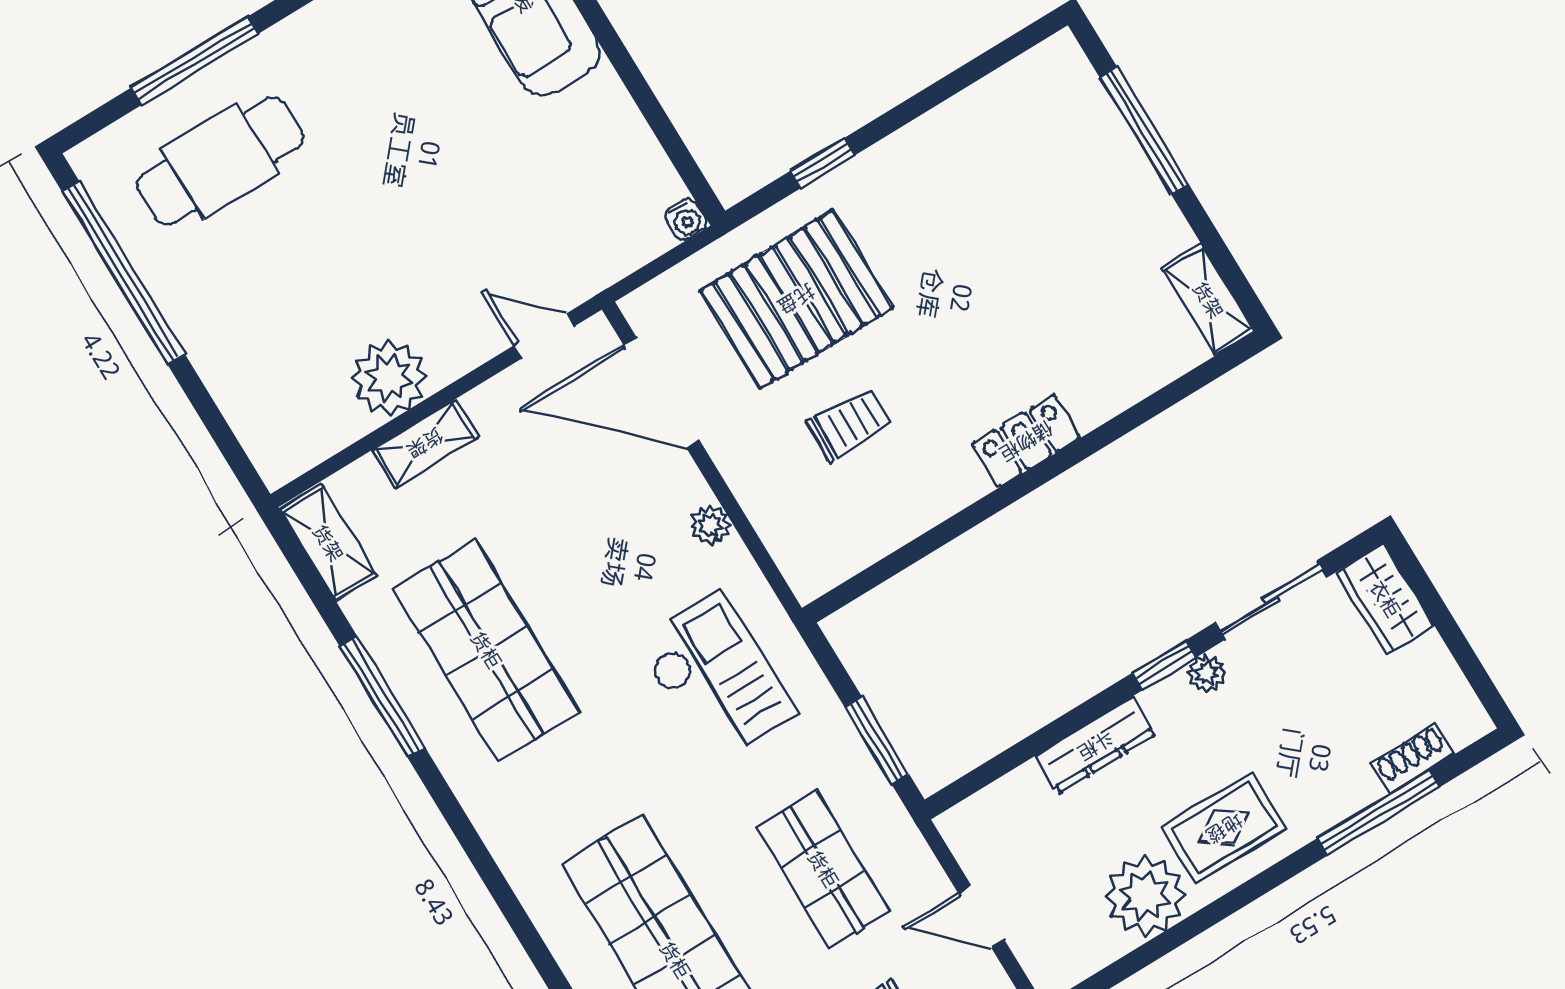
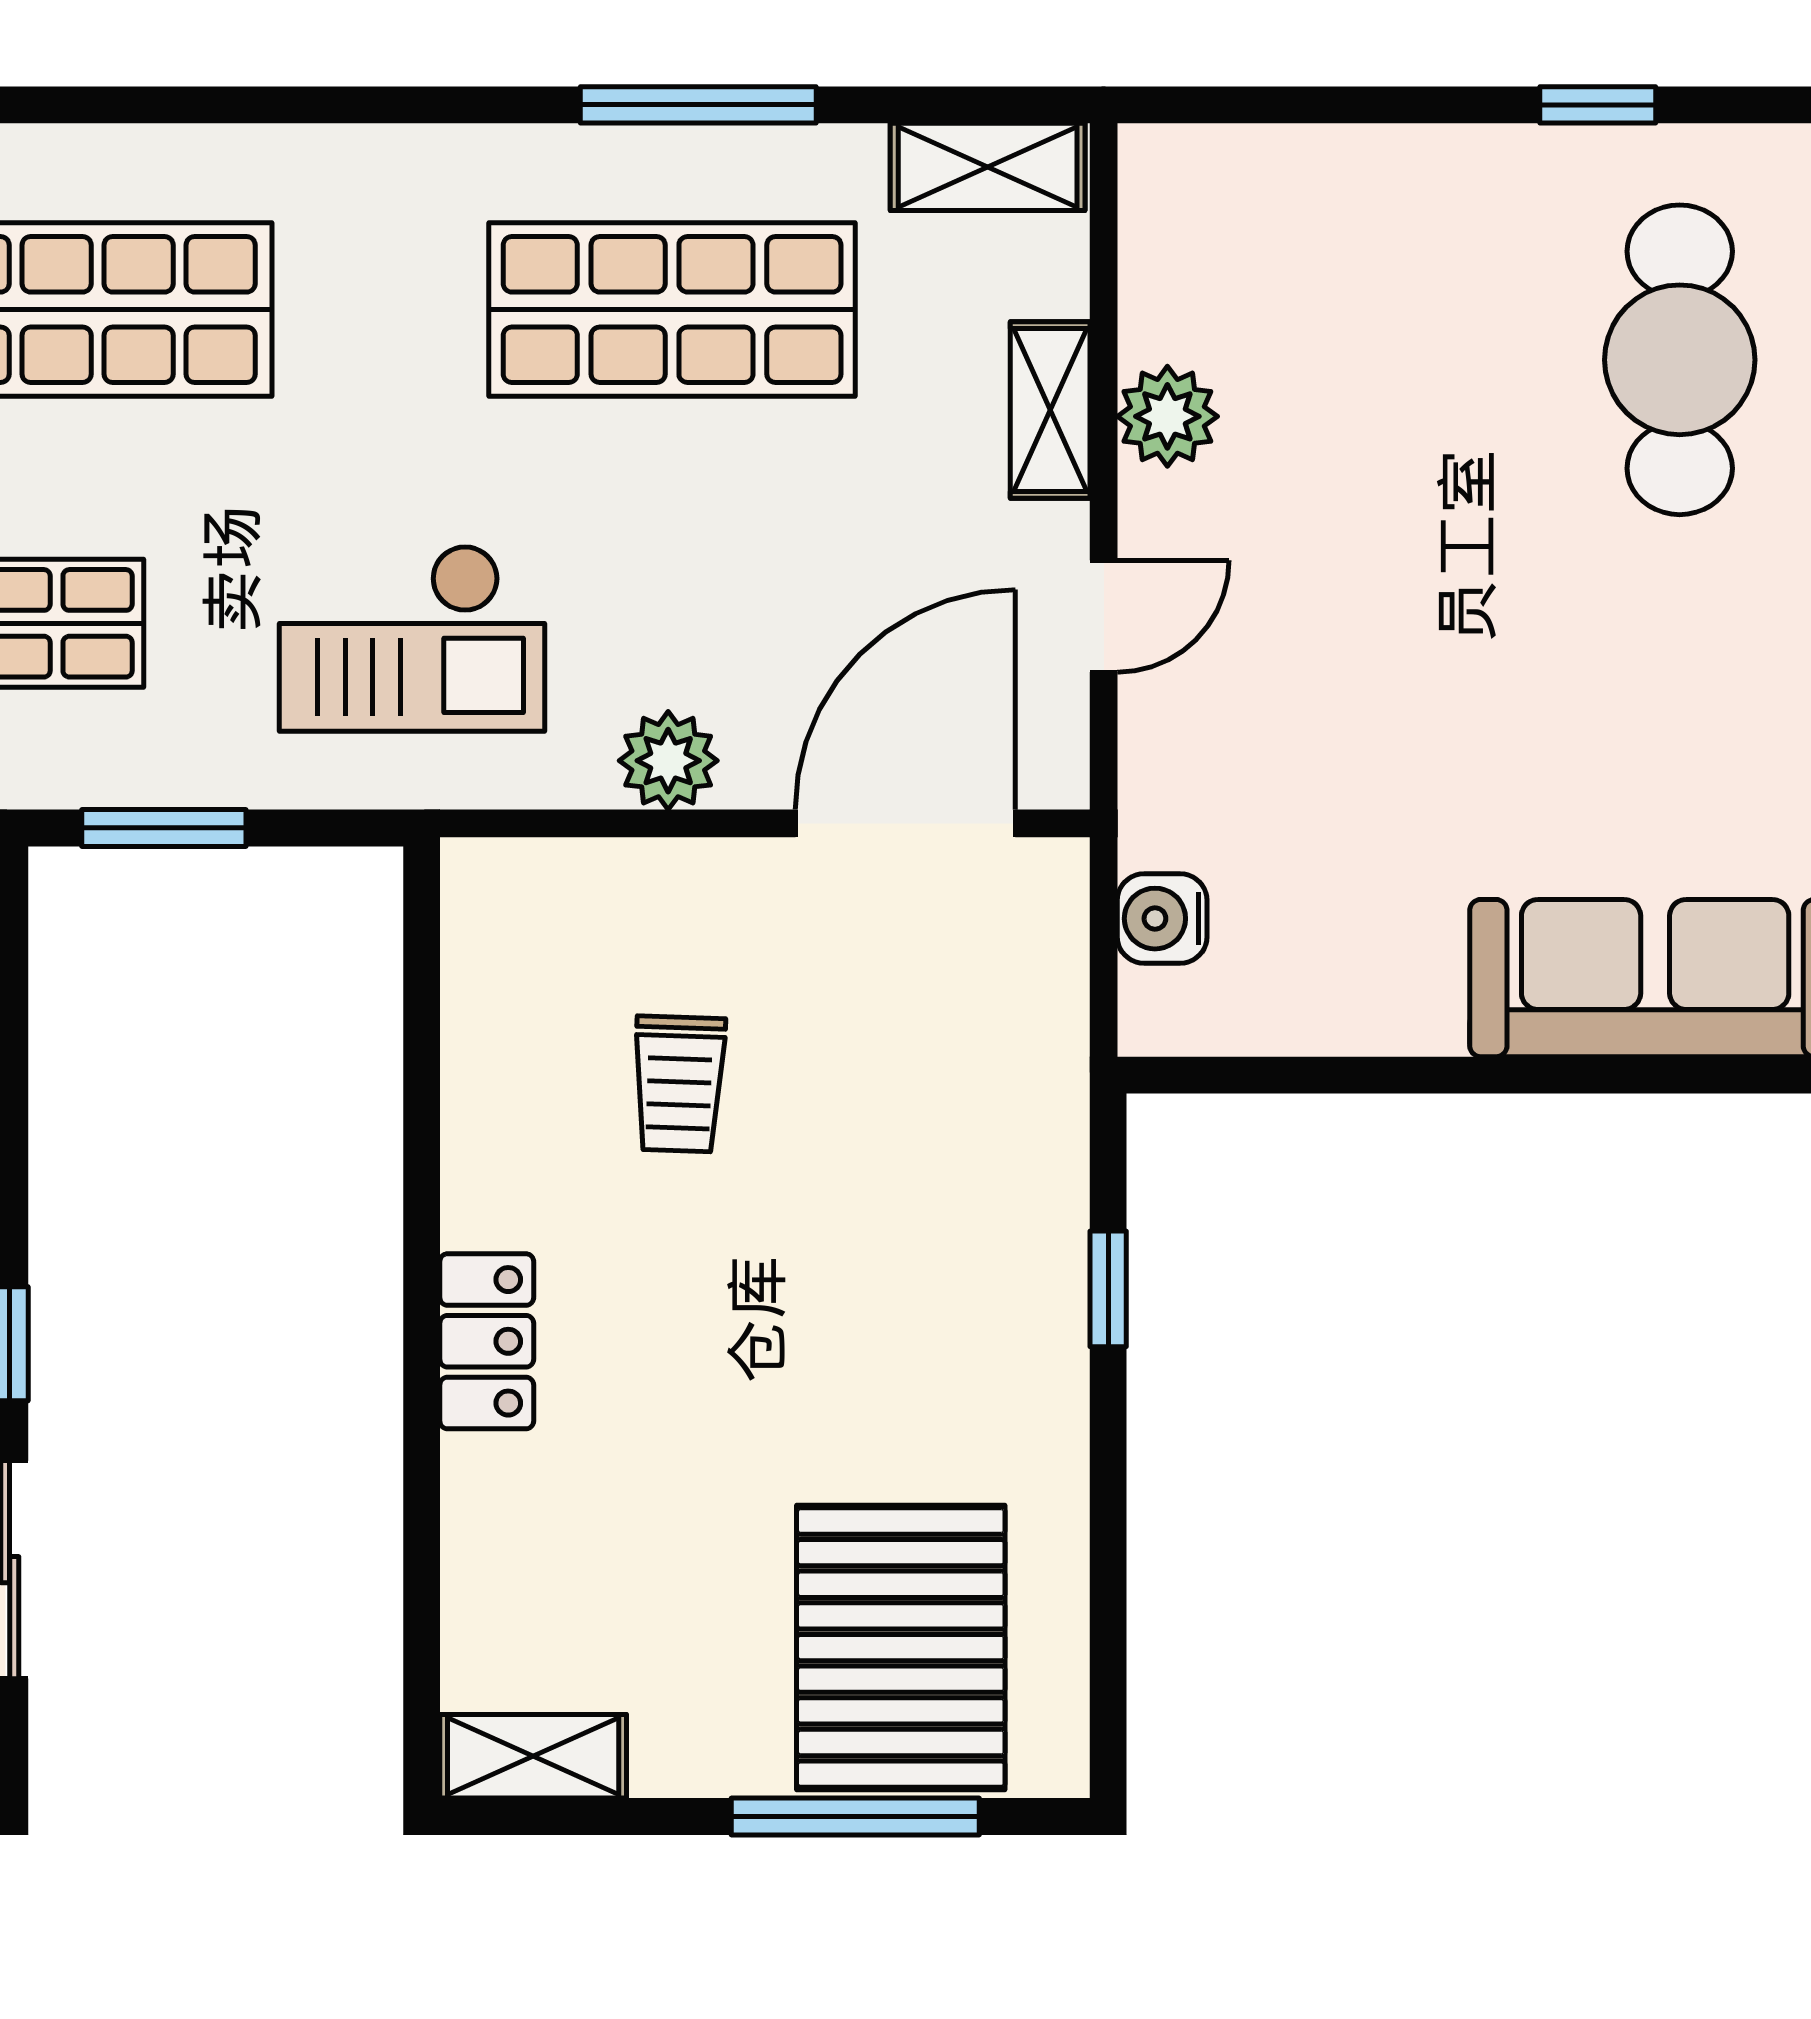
water cooler: (686, 220) -> (1162, 919), moved, width x1.38, depth x1.38
window: (124, 273) -> (1598, 105), width x0.32
pallet: (796, 299) -> (901, 1648), moved
door: (544, 336) -> (1104, 616), moved
plant: (389, 378) -> (1167, 416), width x0.73, depth x0.73
plant: (710, 525) -> (668, 761), width x1.38, depth x1.38

